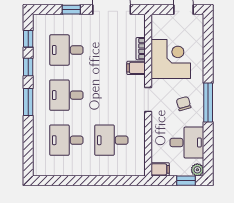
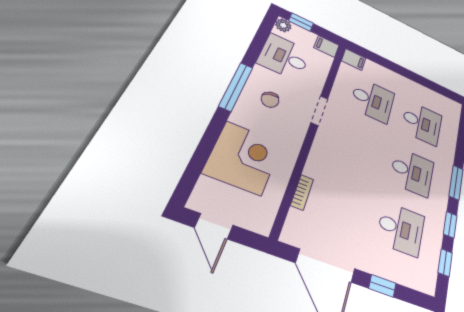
corner desk: (171, 59) -> (243, 158), moved, turned 180
filing cabinet: (136, 68) -> (354, 59), moved
doorway: (148, 100) -> (319, 111), moved

